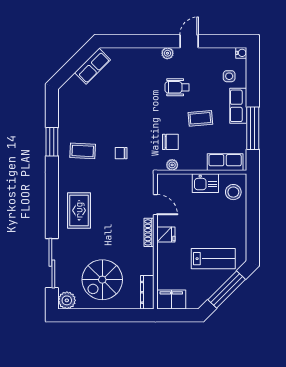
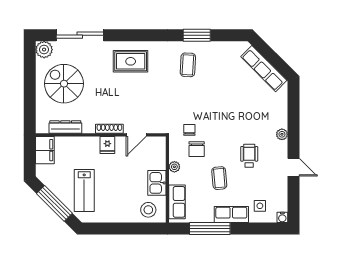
plant: (167, 53) -> (282, 134), moved
row of seats: (93, 66) -> (264, 69), width x1.48
chair: (121, 153) -> (189, 130), moved
plant: (172, 165) -> (174, 167), moved
dresser: (147, 292) -> (65, 127), moved

